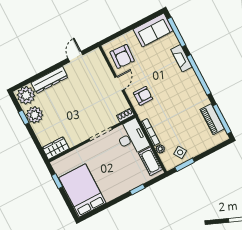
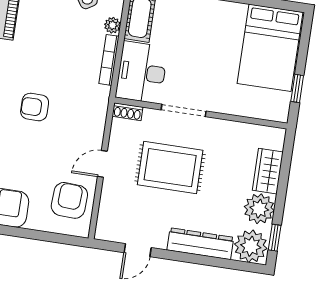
armchair: (143, 96) -> (35, 107), moved
rug: (88, 104) -> (170, 168), added
window: (24, 117) -> (275, 238), moved
wardrobe: (56, 148) -> (268, 171), moved, turned 90

